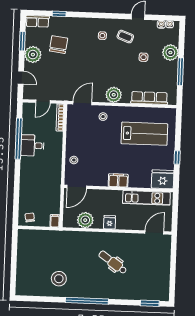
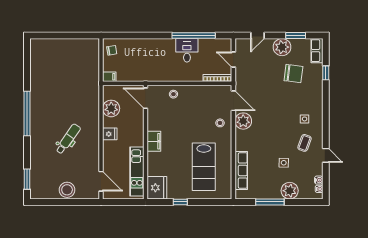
plant: (114, 95) -> (243, 121), moved
stool: (59, 279) -> (67, 190), moved

